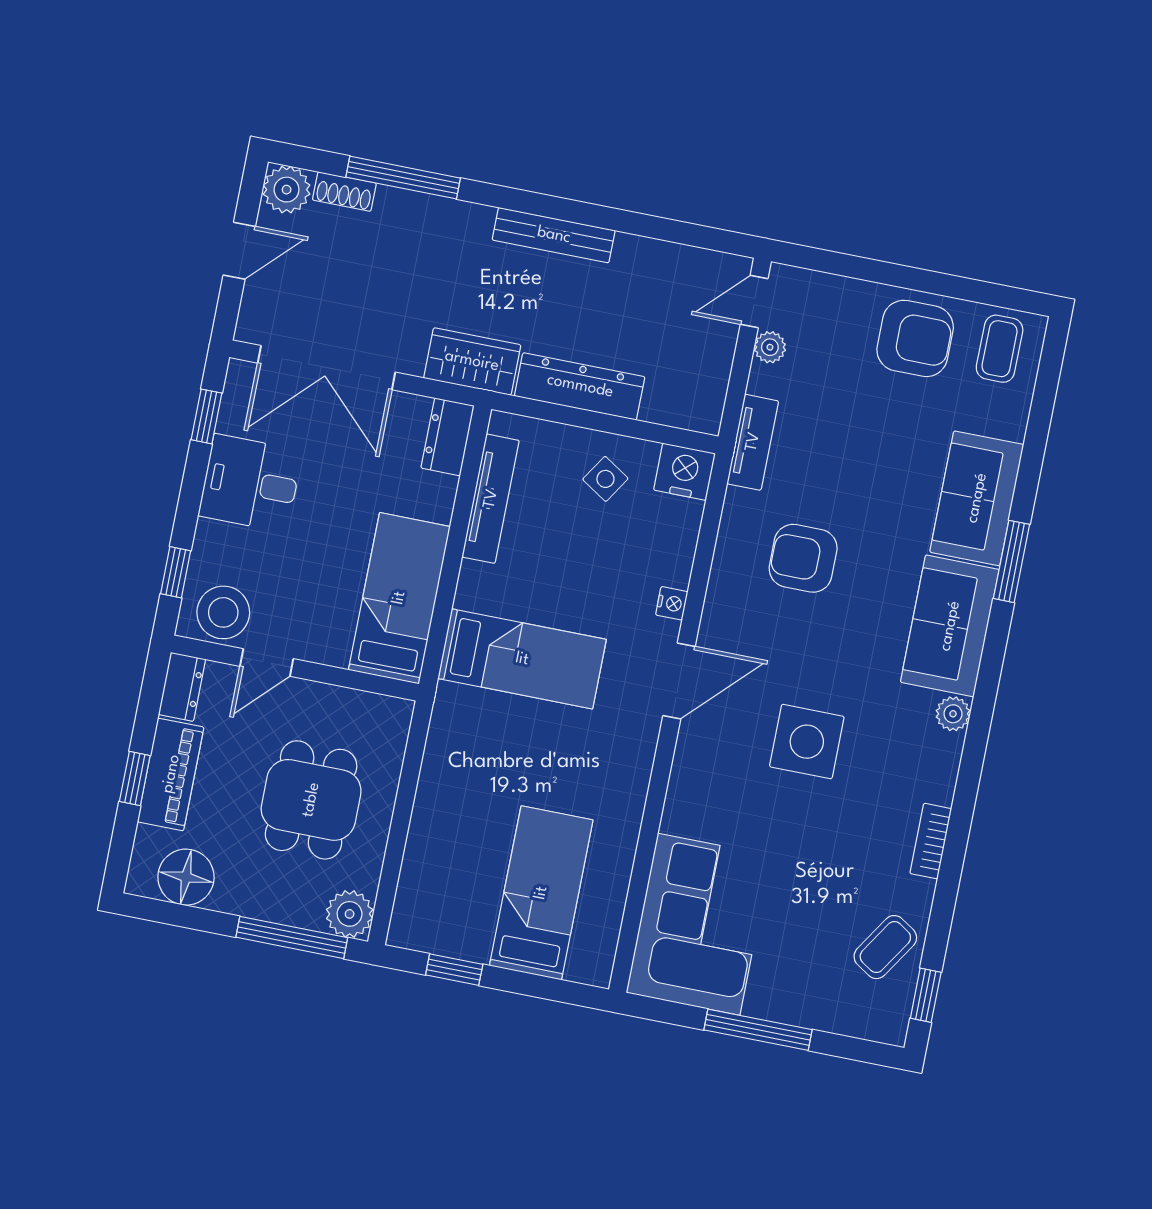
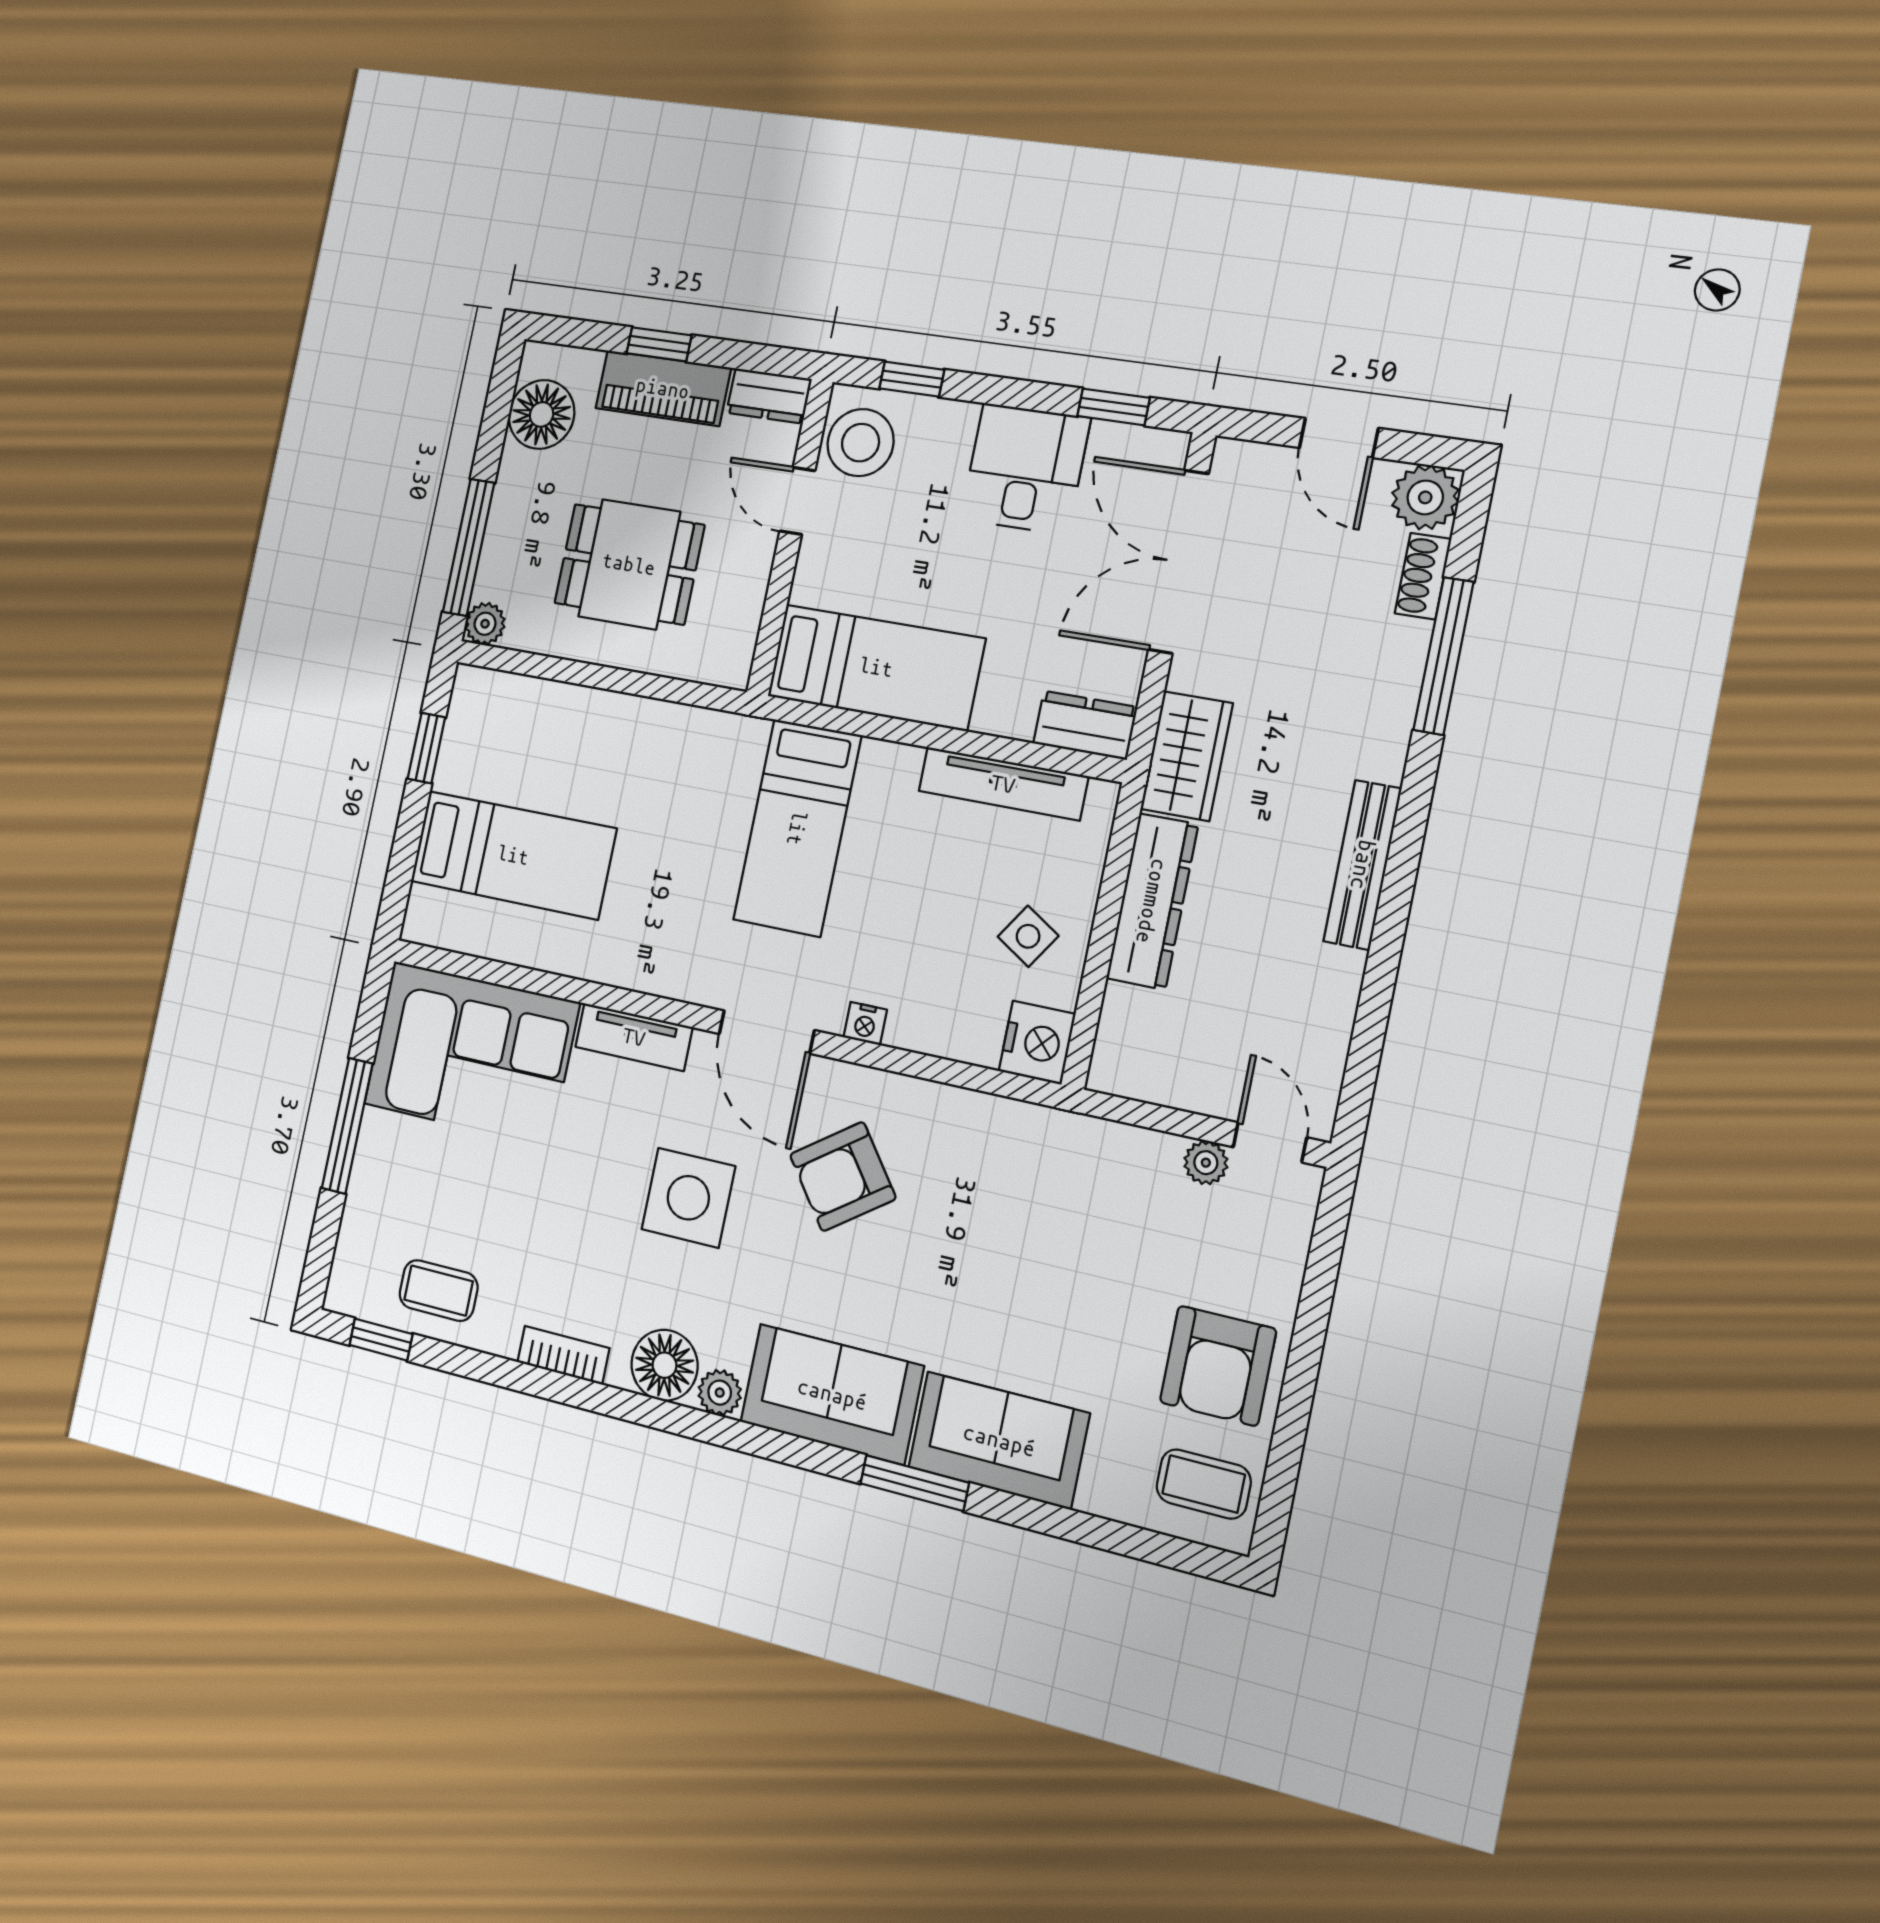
tv unit: (753, 442) -> (634, 1037), moved
armchair: (803, 558) -> (843, 1177), moved, turned -126
floor lamp: (935, 758) -> (664, 1365), added
plant: (350, 914) -> (485, 624), width x0.73, depth x0.73
coffee table: (885, 947) -> (439, 1290), turned -33

